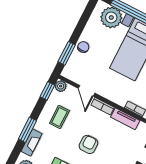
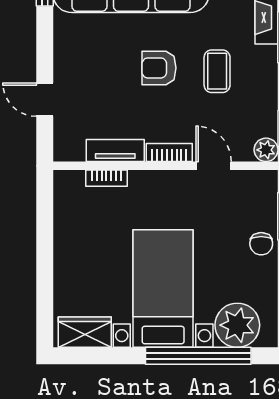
coffee table: (59, 117) -> (217, 71), moved
armchair: (88, 144) -> (159, 68), turned 90

